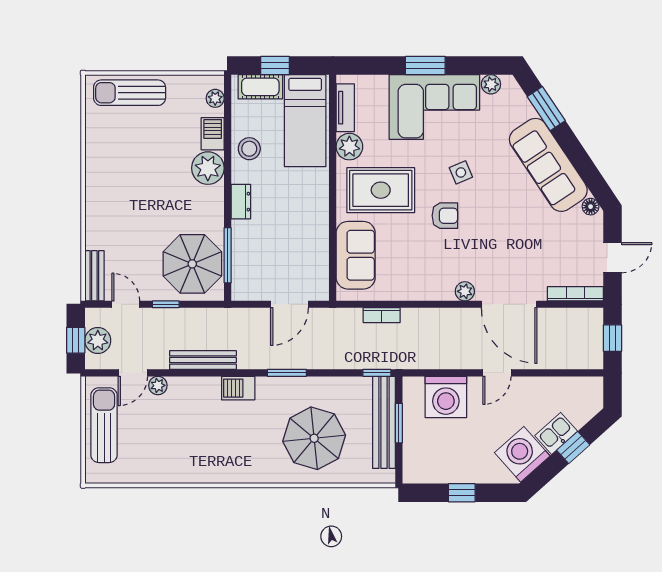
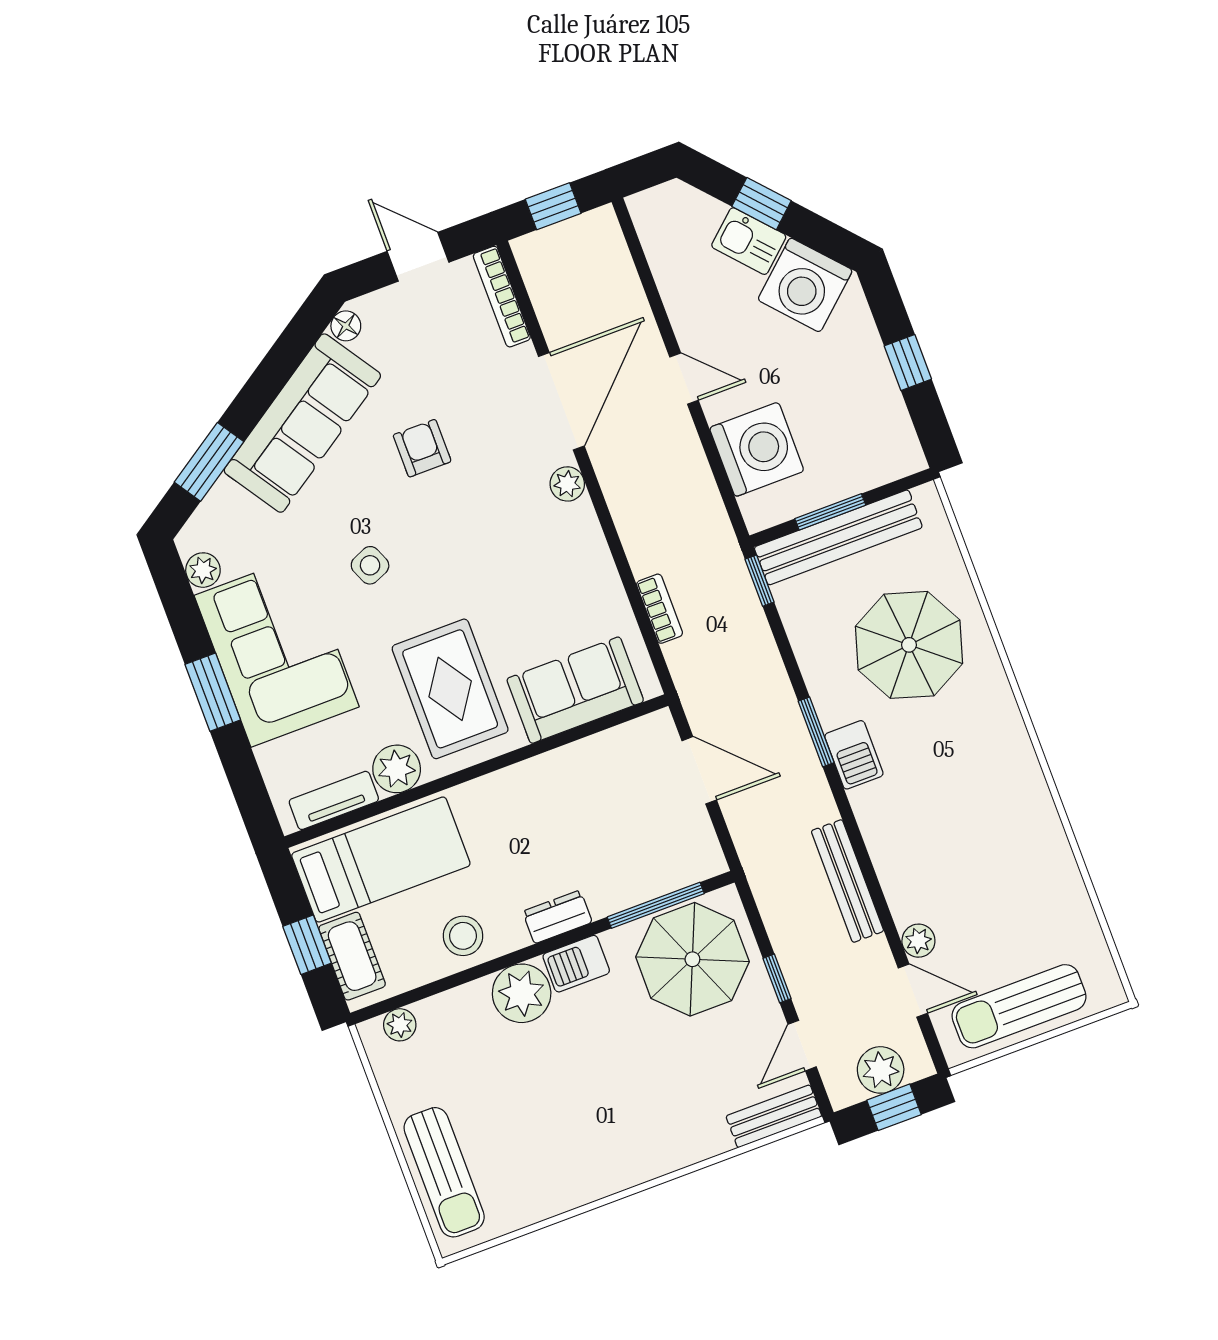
barbecue: (213, 134) -> (576, 964), moved
armchair: (445, 216) -> (422, 448), moved
barbecue: (238, 388) -> (854, 755), moved

